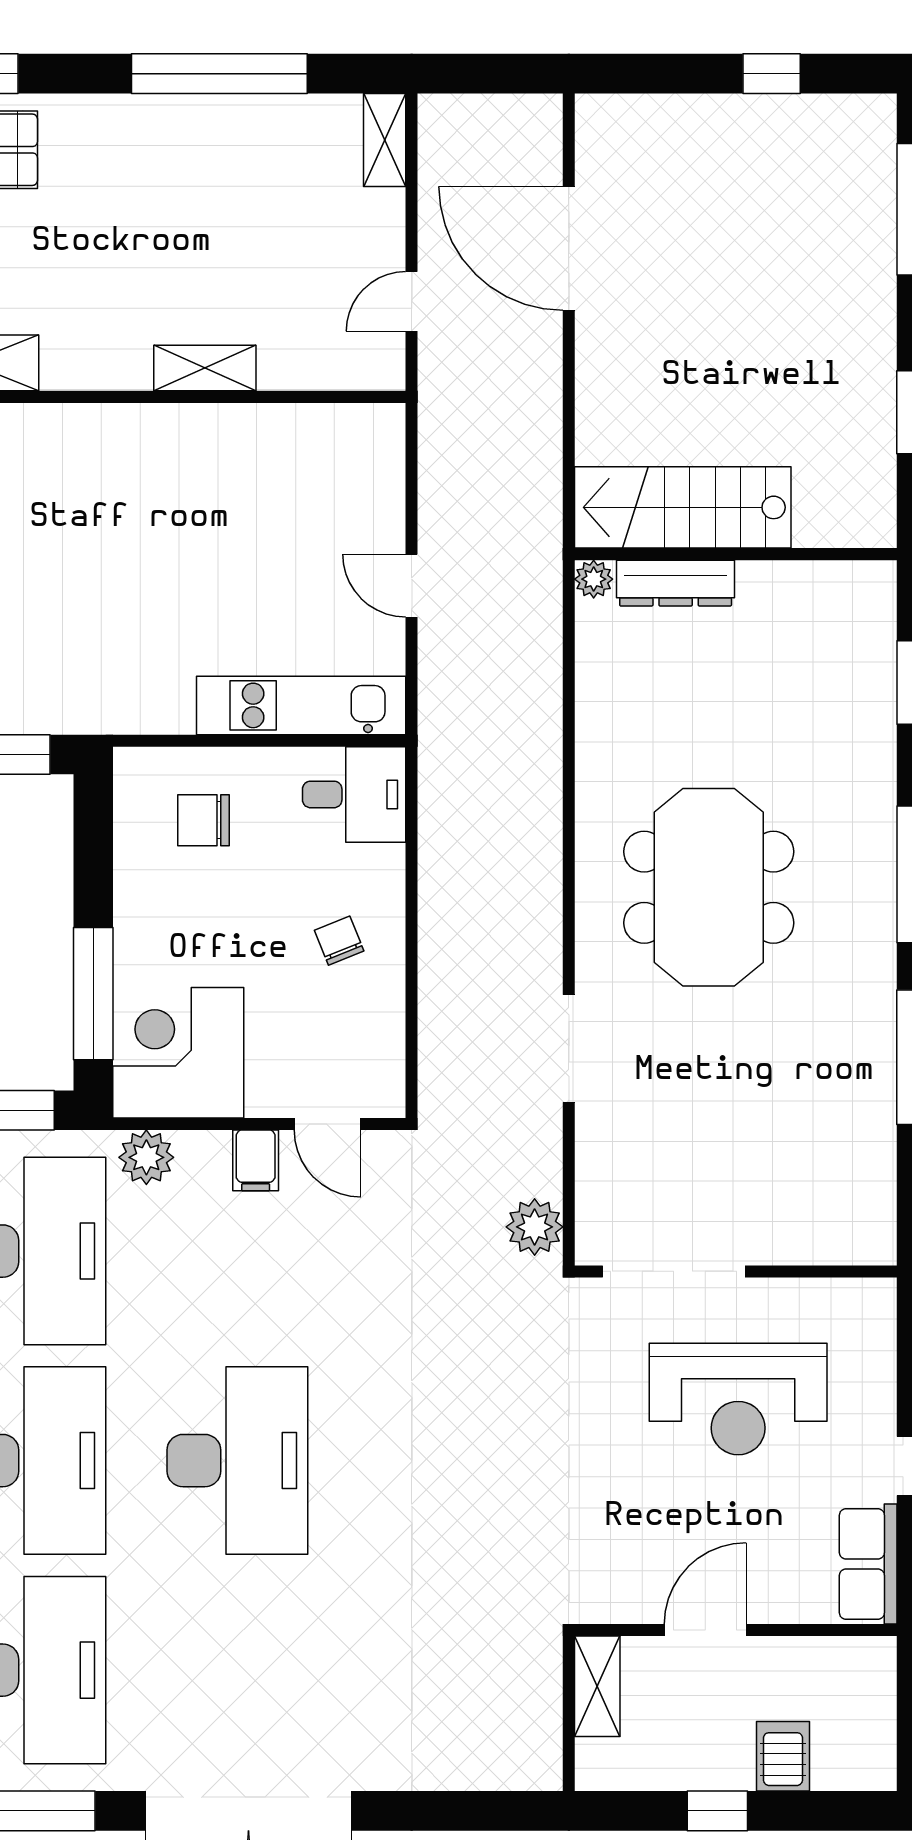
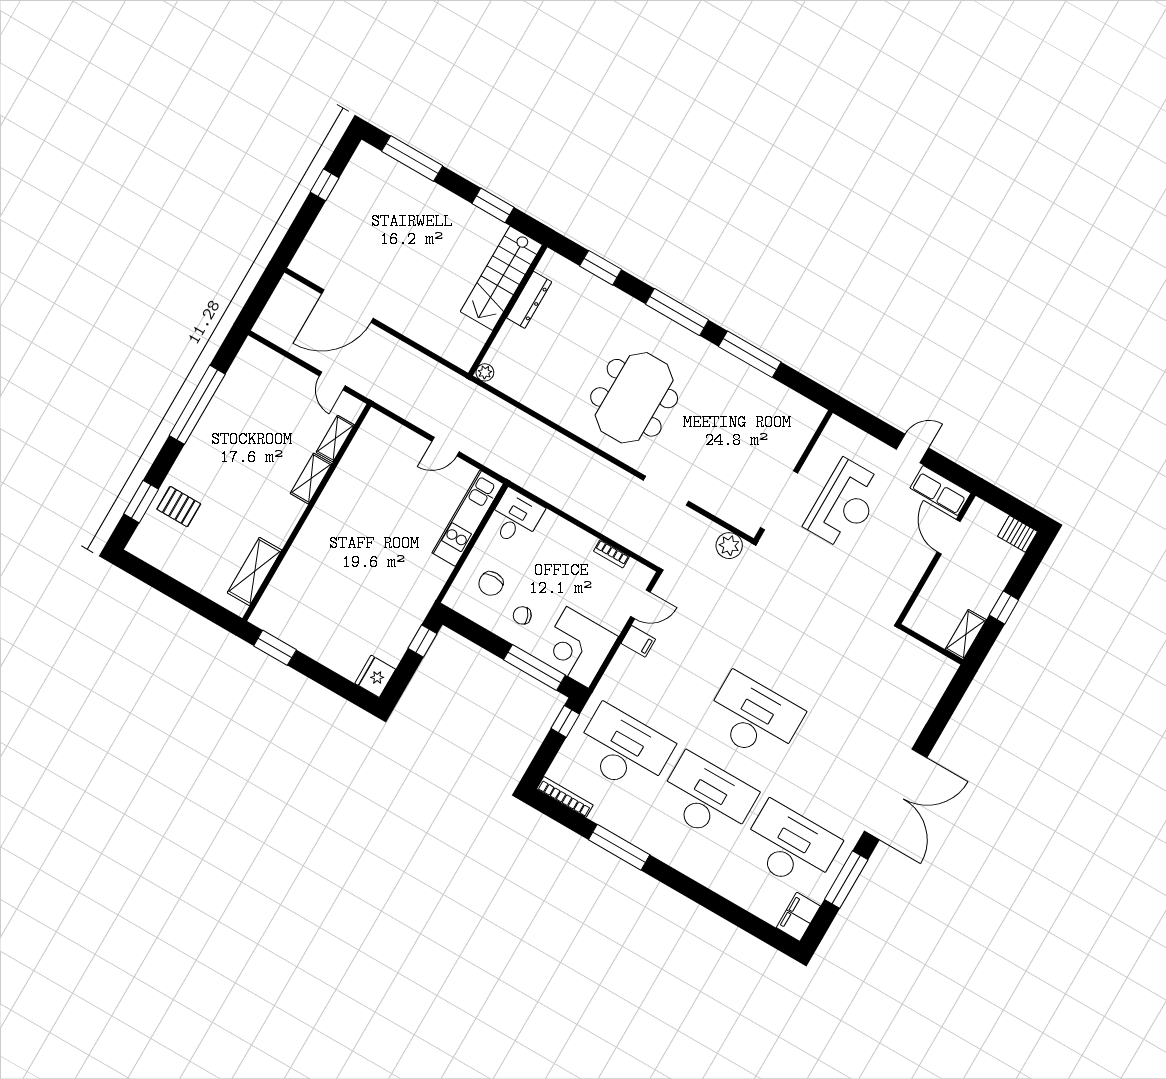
shelving: (385, 140) -> (335, 439), moved, turned 90
stairs: (683, 507) -> (501, 278), moved
dresser: (676, 583) -> (529, 300), moved
meeting table: (709, 887) -> (634, 398), turned 90
chair: (339, 941) -> (522, 615), moved
bookcase: (391, 1015) -> (611, 554), added
plant: (146, 1157) -> (612, 684), removed
door: (705, 1630) -> (949, 537), moved
shelving: (597, 1686) -> (966, 635), moved, turned 90
server rack: (783, 1756) -> (1018, 534), moved

